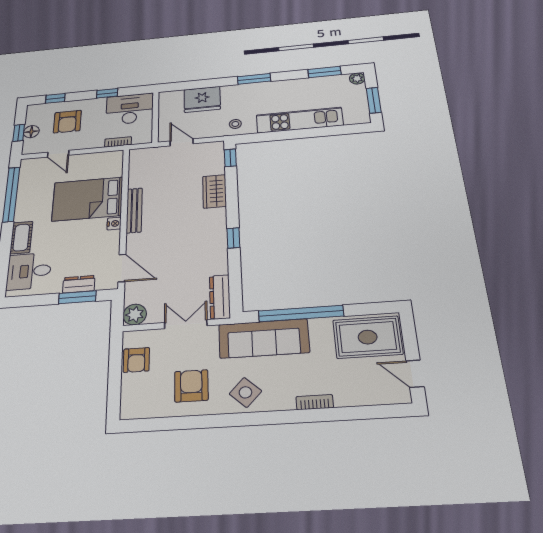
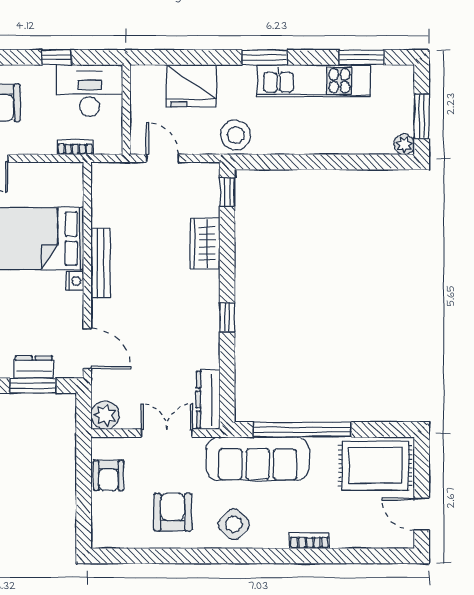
plant: (357, 78) -> (404, 144), moved
kitchen unit: (299, 120) -> (313, 81), moved, turned 180
stool: (235, 124) -> (236, 135), width x1.89, depth x1.89

